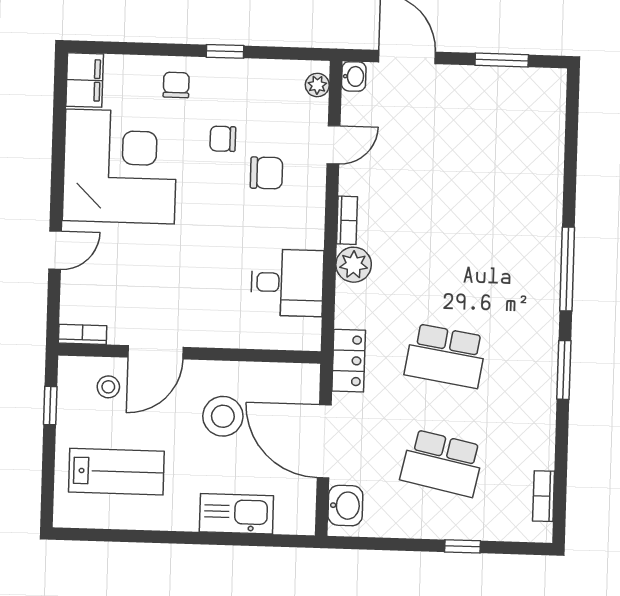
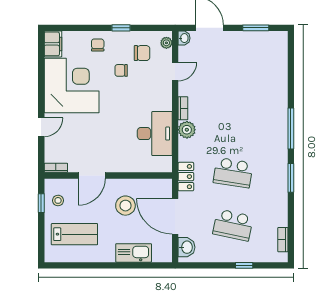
chair: (266, 173) -> (142, 53), moved
desk: (287, 283) -> (155, 134), width x1.37
stool: (108, 387) -> (58, 200), moved

